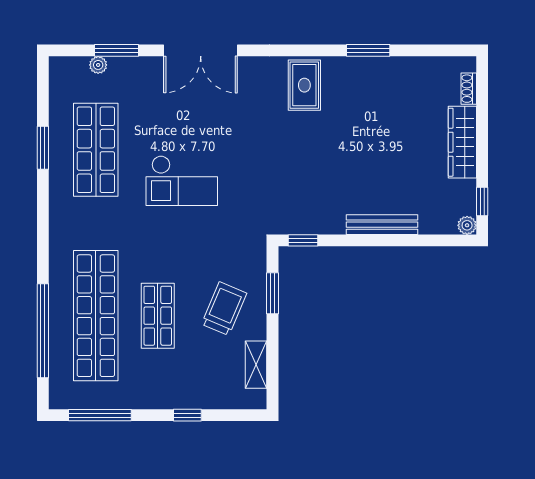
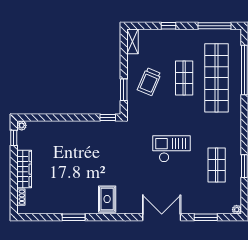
plant: (98, 65) -> (237, 210), moved
shop shelf: (96, 150) -> (217, 165), width x0.70, depth x0.74
bench: (382, 225) -> (66, 126), removed
shelving: (256, 365) -> (132, 41), moved

